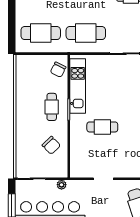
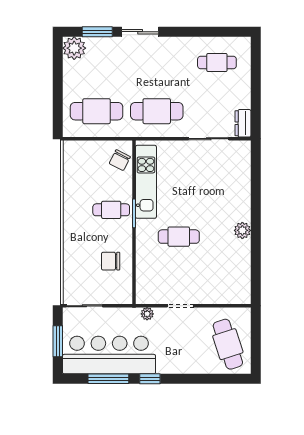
cafe table: (52, 107) -> (111, 210), turned 90
chair: (51, 145) -> (111, 261), turned 134
plant: (62, 185) -> (147, 314), moved

